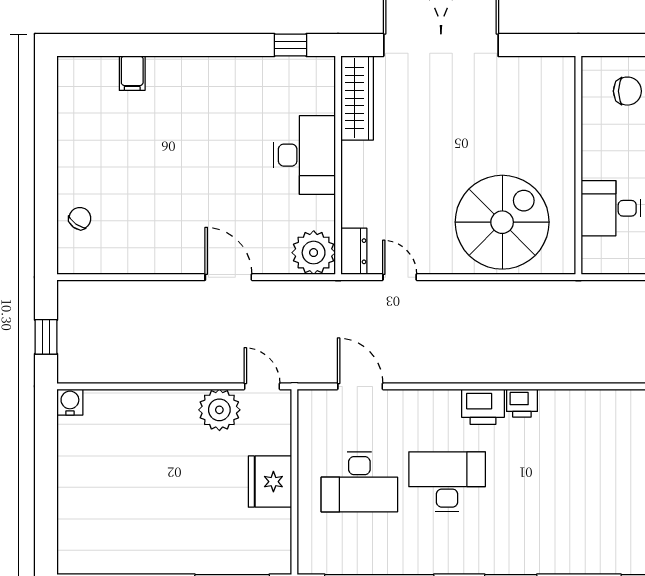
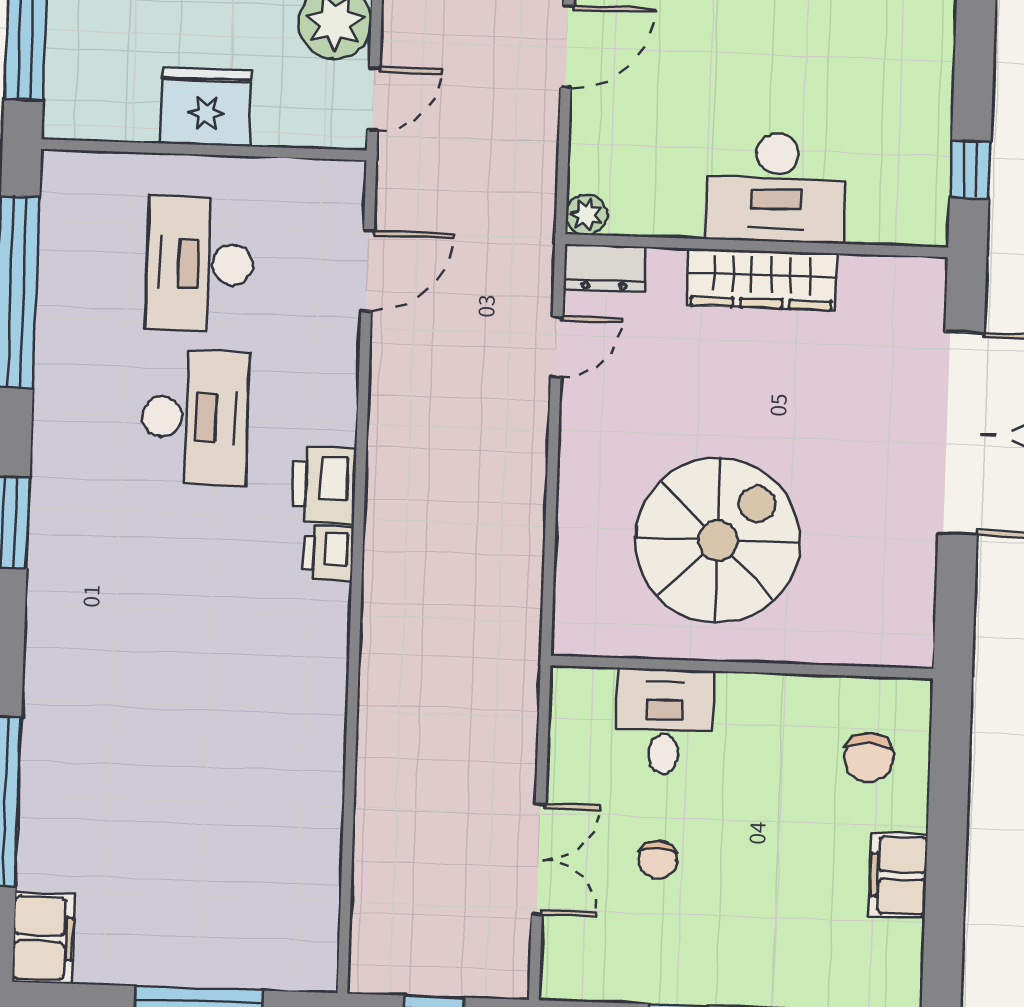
wardrobe: (357, 98) -> (762, 279), moved
spiral stairs: (502, 222) -> (718, 540), moved, turned -90
plant: (314, 253) -> (586, 215), width x0.53, depth x0.53

